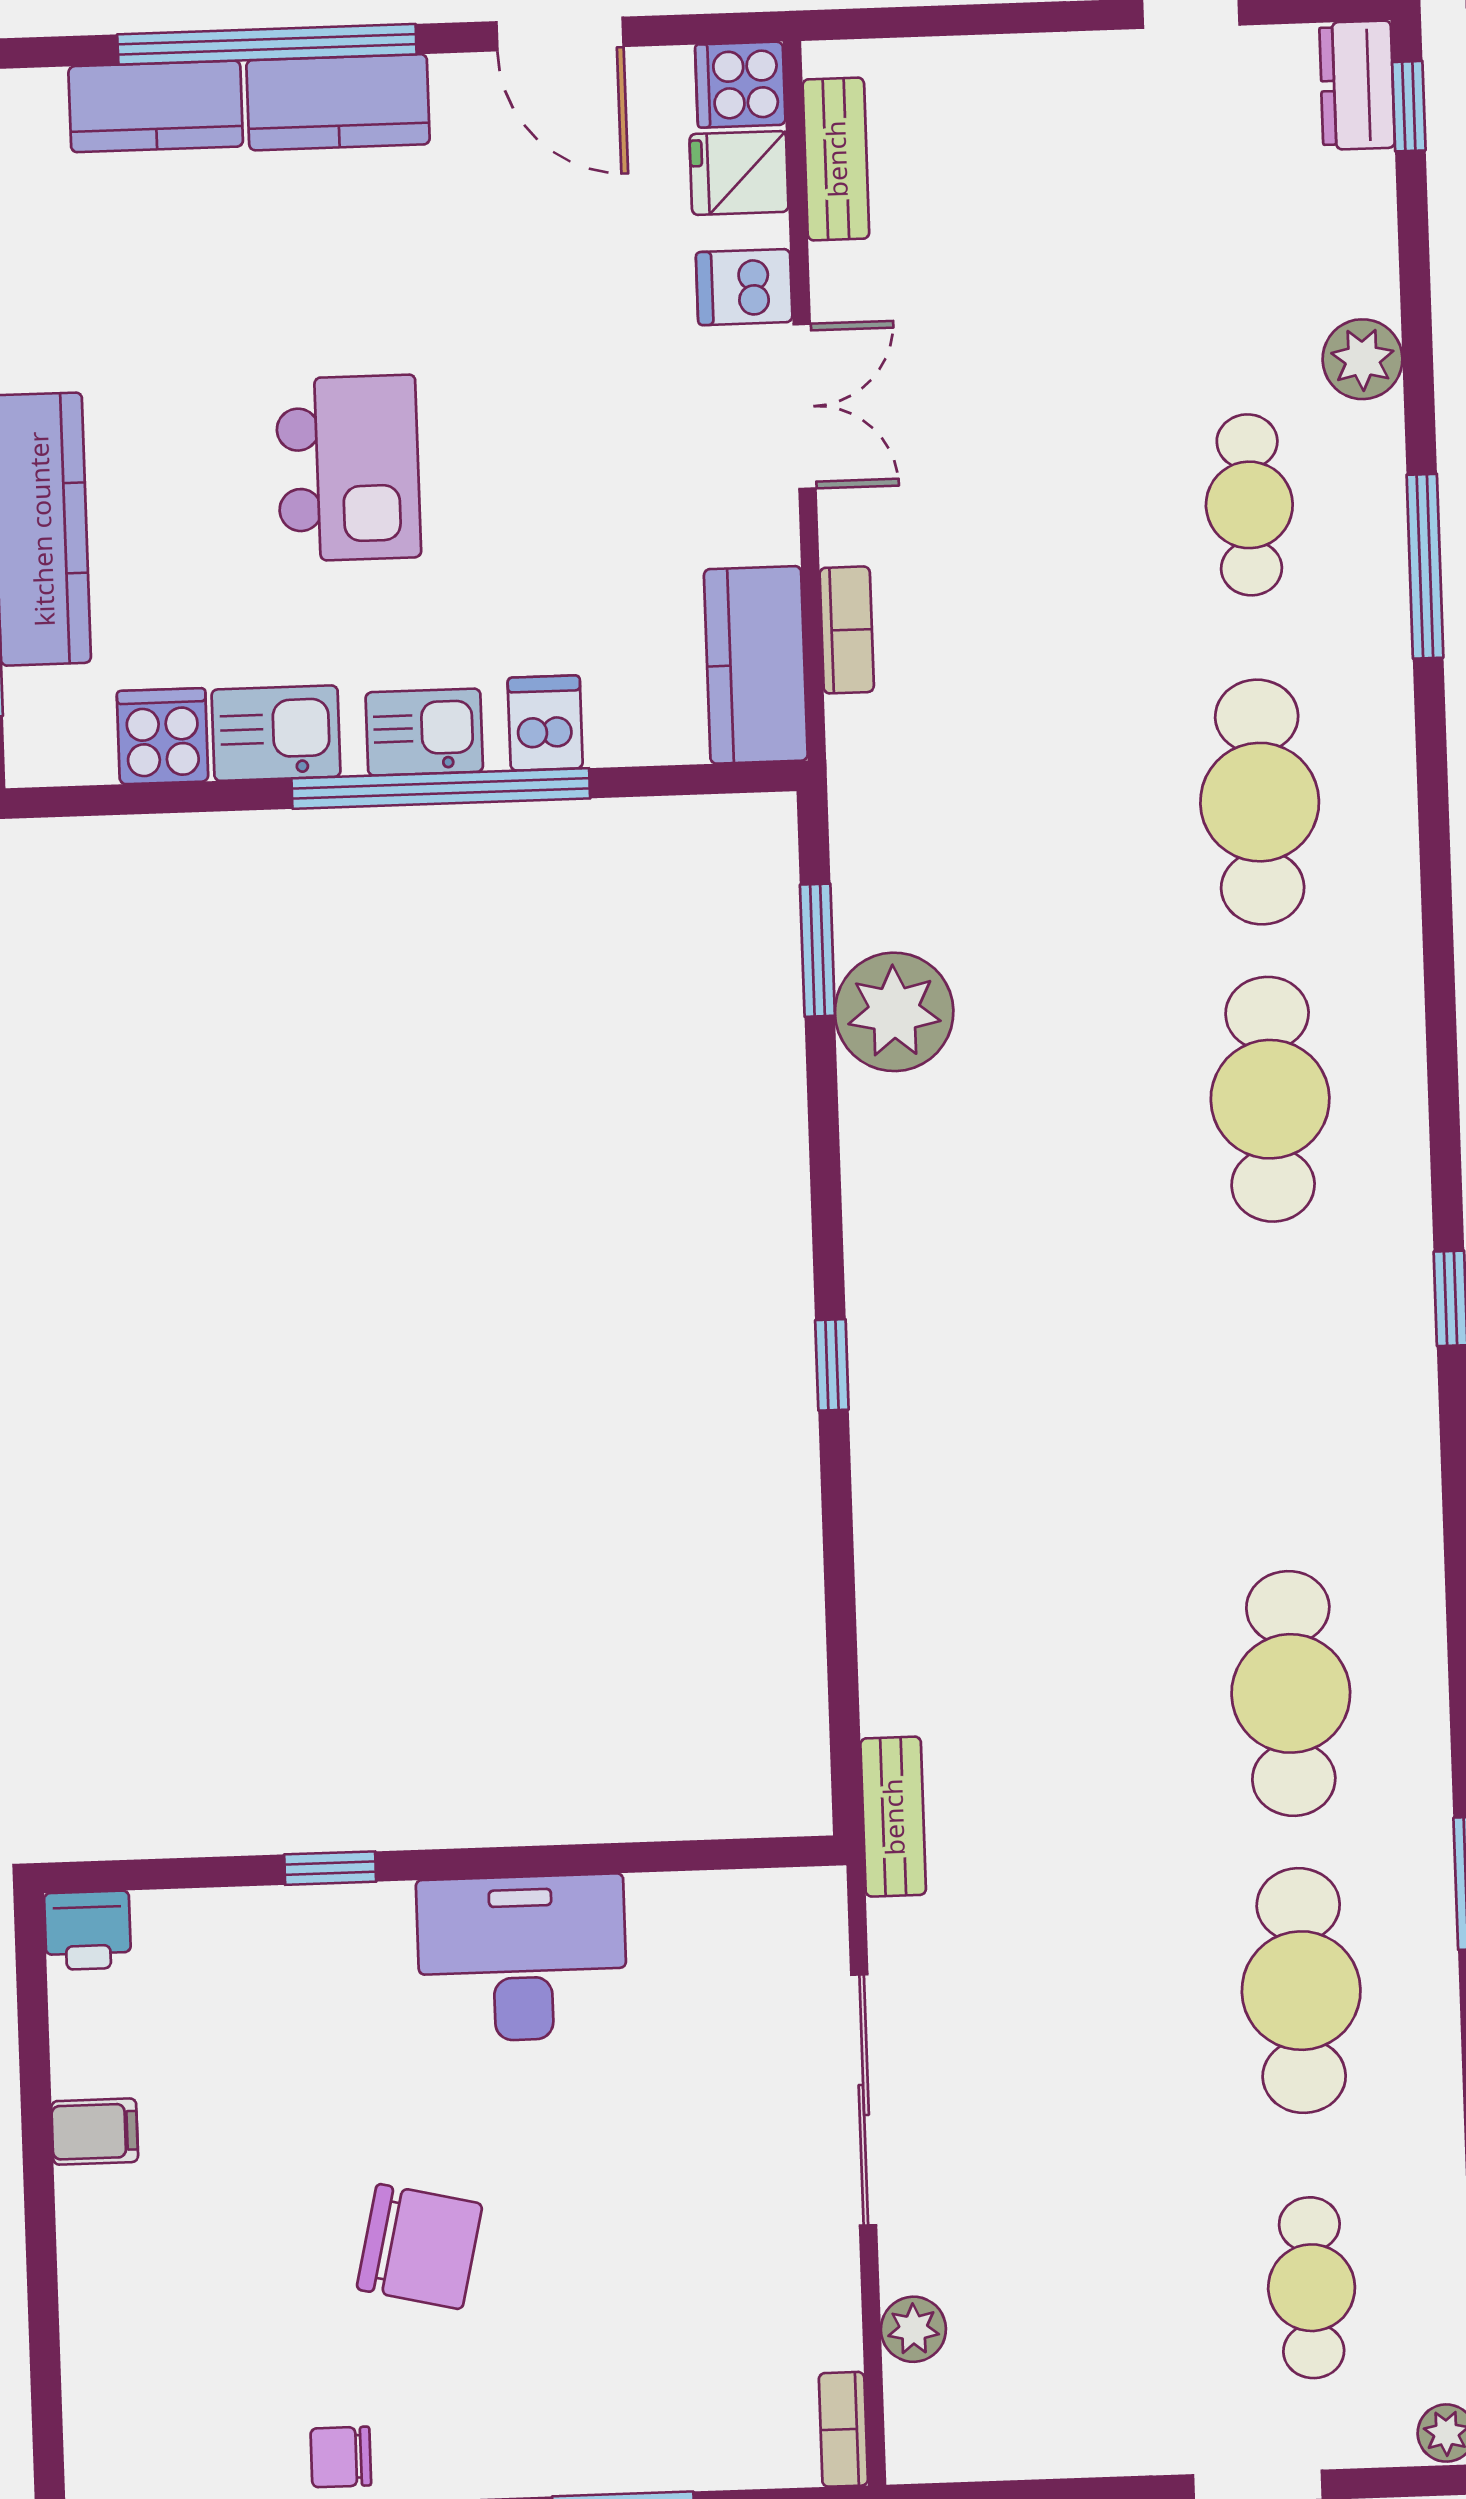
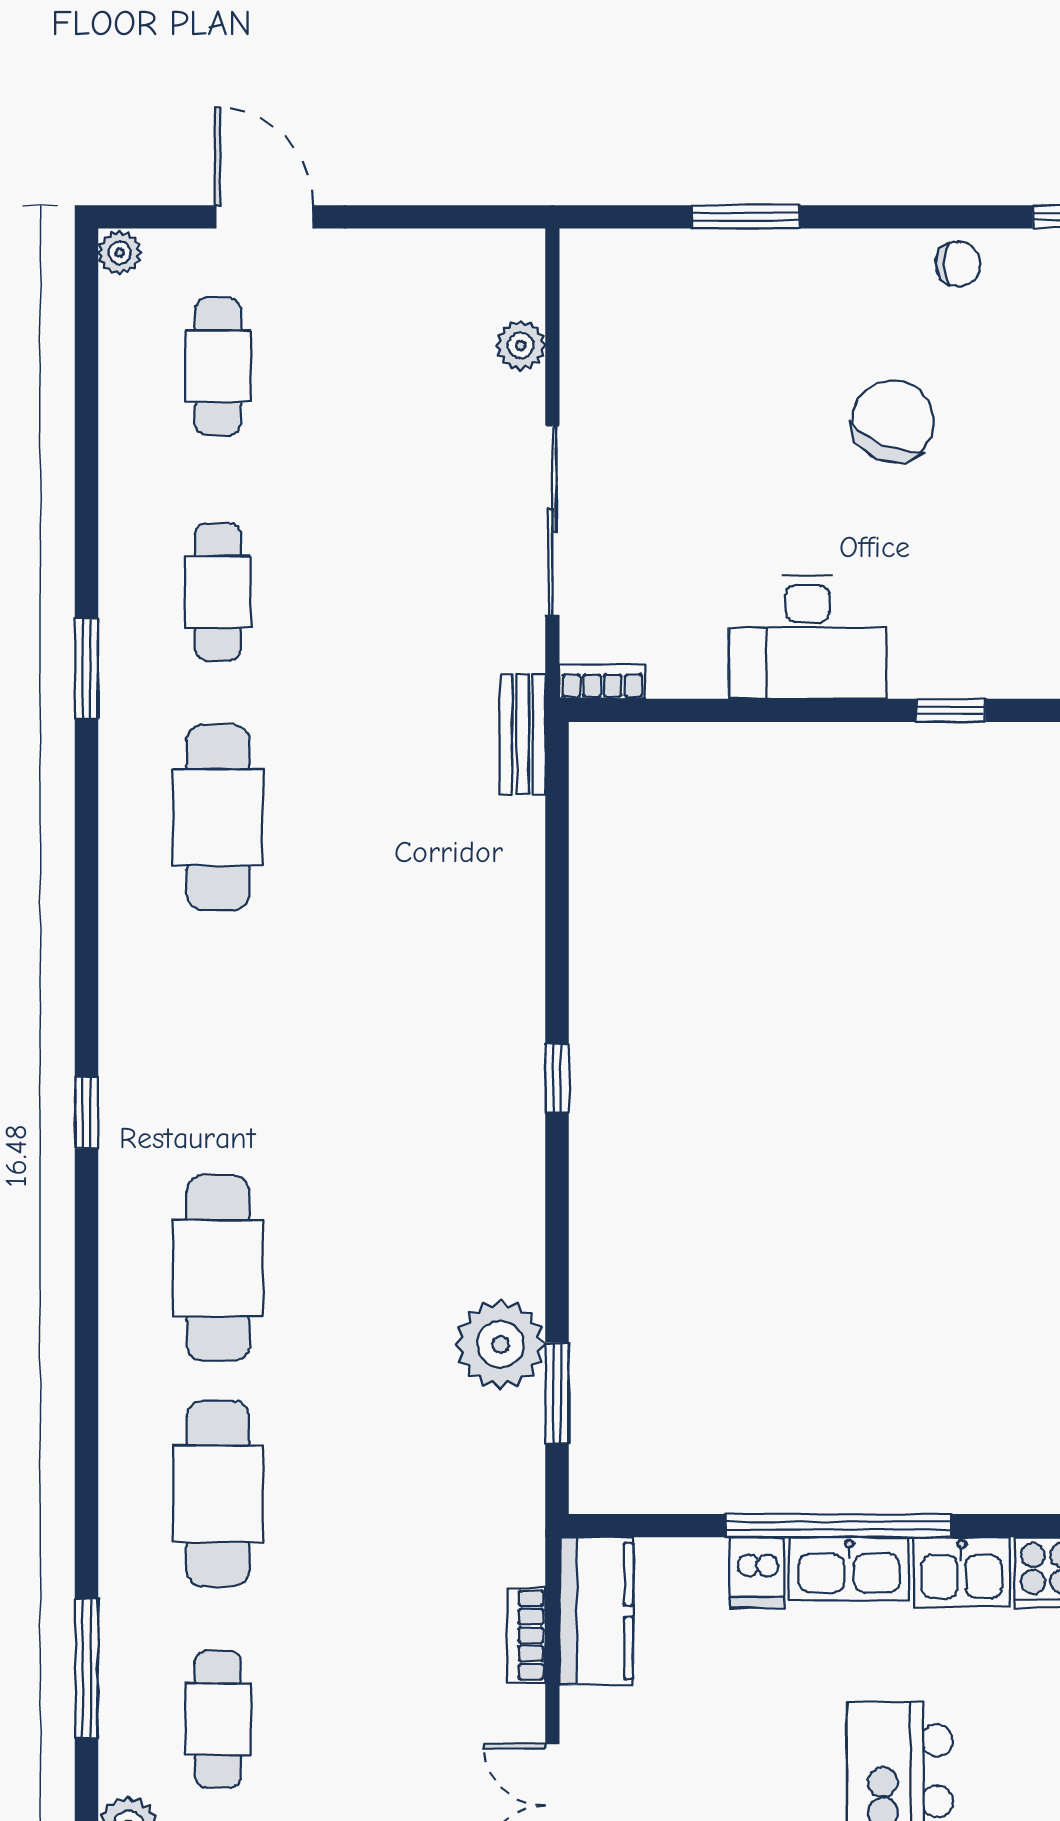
kitchen sink: (424, 732) -> (849, 1569), width x1.38
cafe table: (1301, 1991) -> (218, 592), width x0.73, depth x0.74
chair: (420, 2247) -> (893, 421), turned 100
bookcase: (843, 2429) -> (602, 682), moved, turned -90

